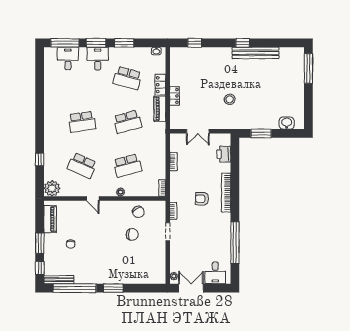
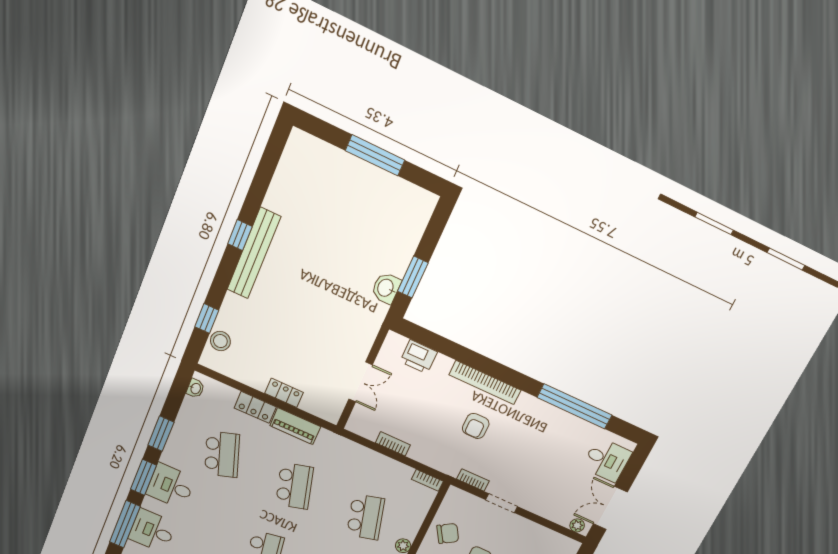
bench: (256, 53) -> (254, 253), moved
window: (308, 68) -> (375, 155), moved
school desk: (127, 78) -> (222, 454), turned -33
stool: (230, 99) -> (220, 341), moved
washbasin: (287, 123) -> (386, 288), moved

